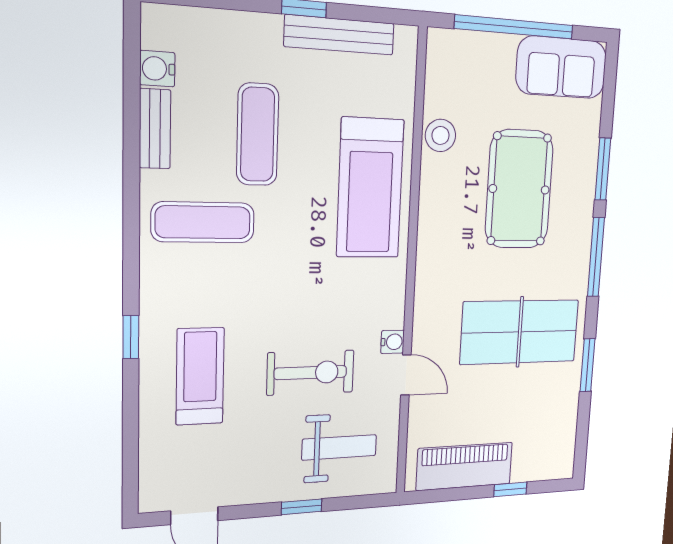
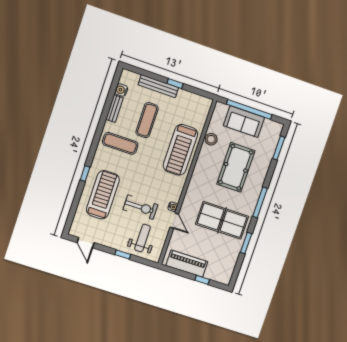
bench: (340, 35) -> (158, 86), moved
sofa: (561, 67) -> (244, 122), moved
window: (603, 169) -> (279, 148), moved
treadmill: (200, 376) -> (103, 195), width x1.37, depth x1.38
weight bench: (339, 447) -> (143, 238), turned -90

